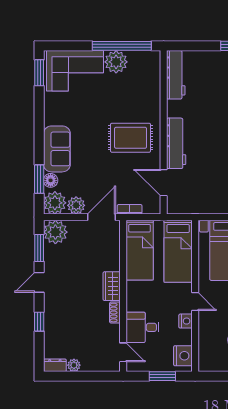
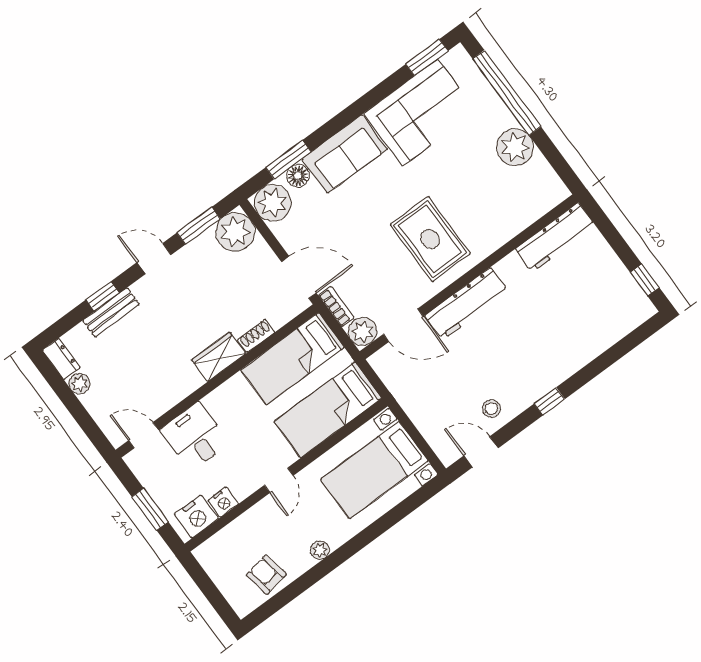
window: (122, 46) -> (507, 93), moved
corner sofa: (75, 71) -> (420, 112), moved, turned -90
door: (164, 183) -> (403, 325), swing flipped
plant: (76, 205) -> (363, 332), moved
shoe rack: (115, 313) -> (256, 336), moved
nightstand: (185, 321) -> (223, 502), moved
bench: (50, 323) -> (111, 312), added
door: (123, 352) -> (144, 435), swing flipped

